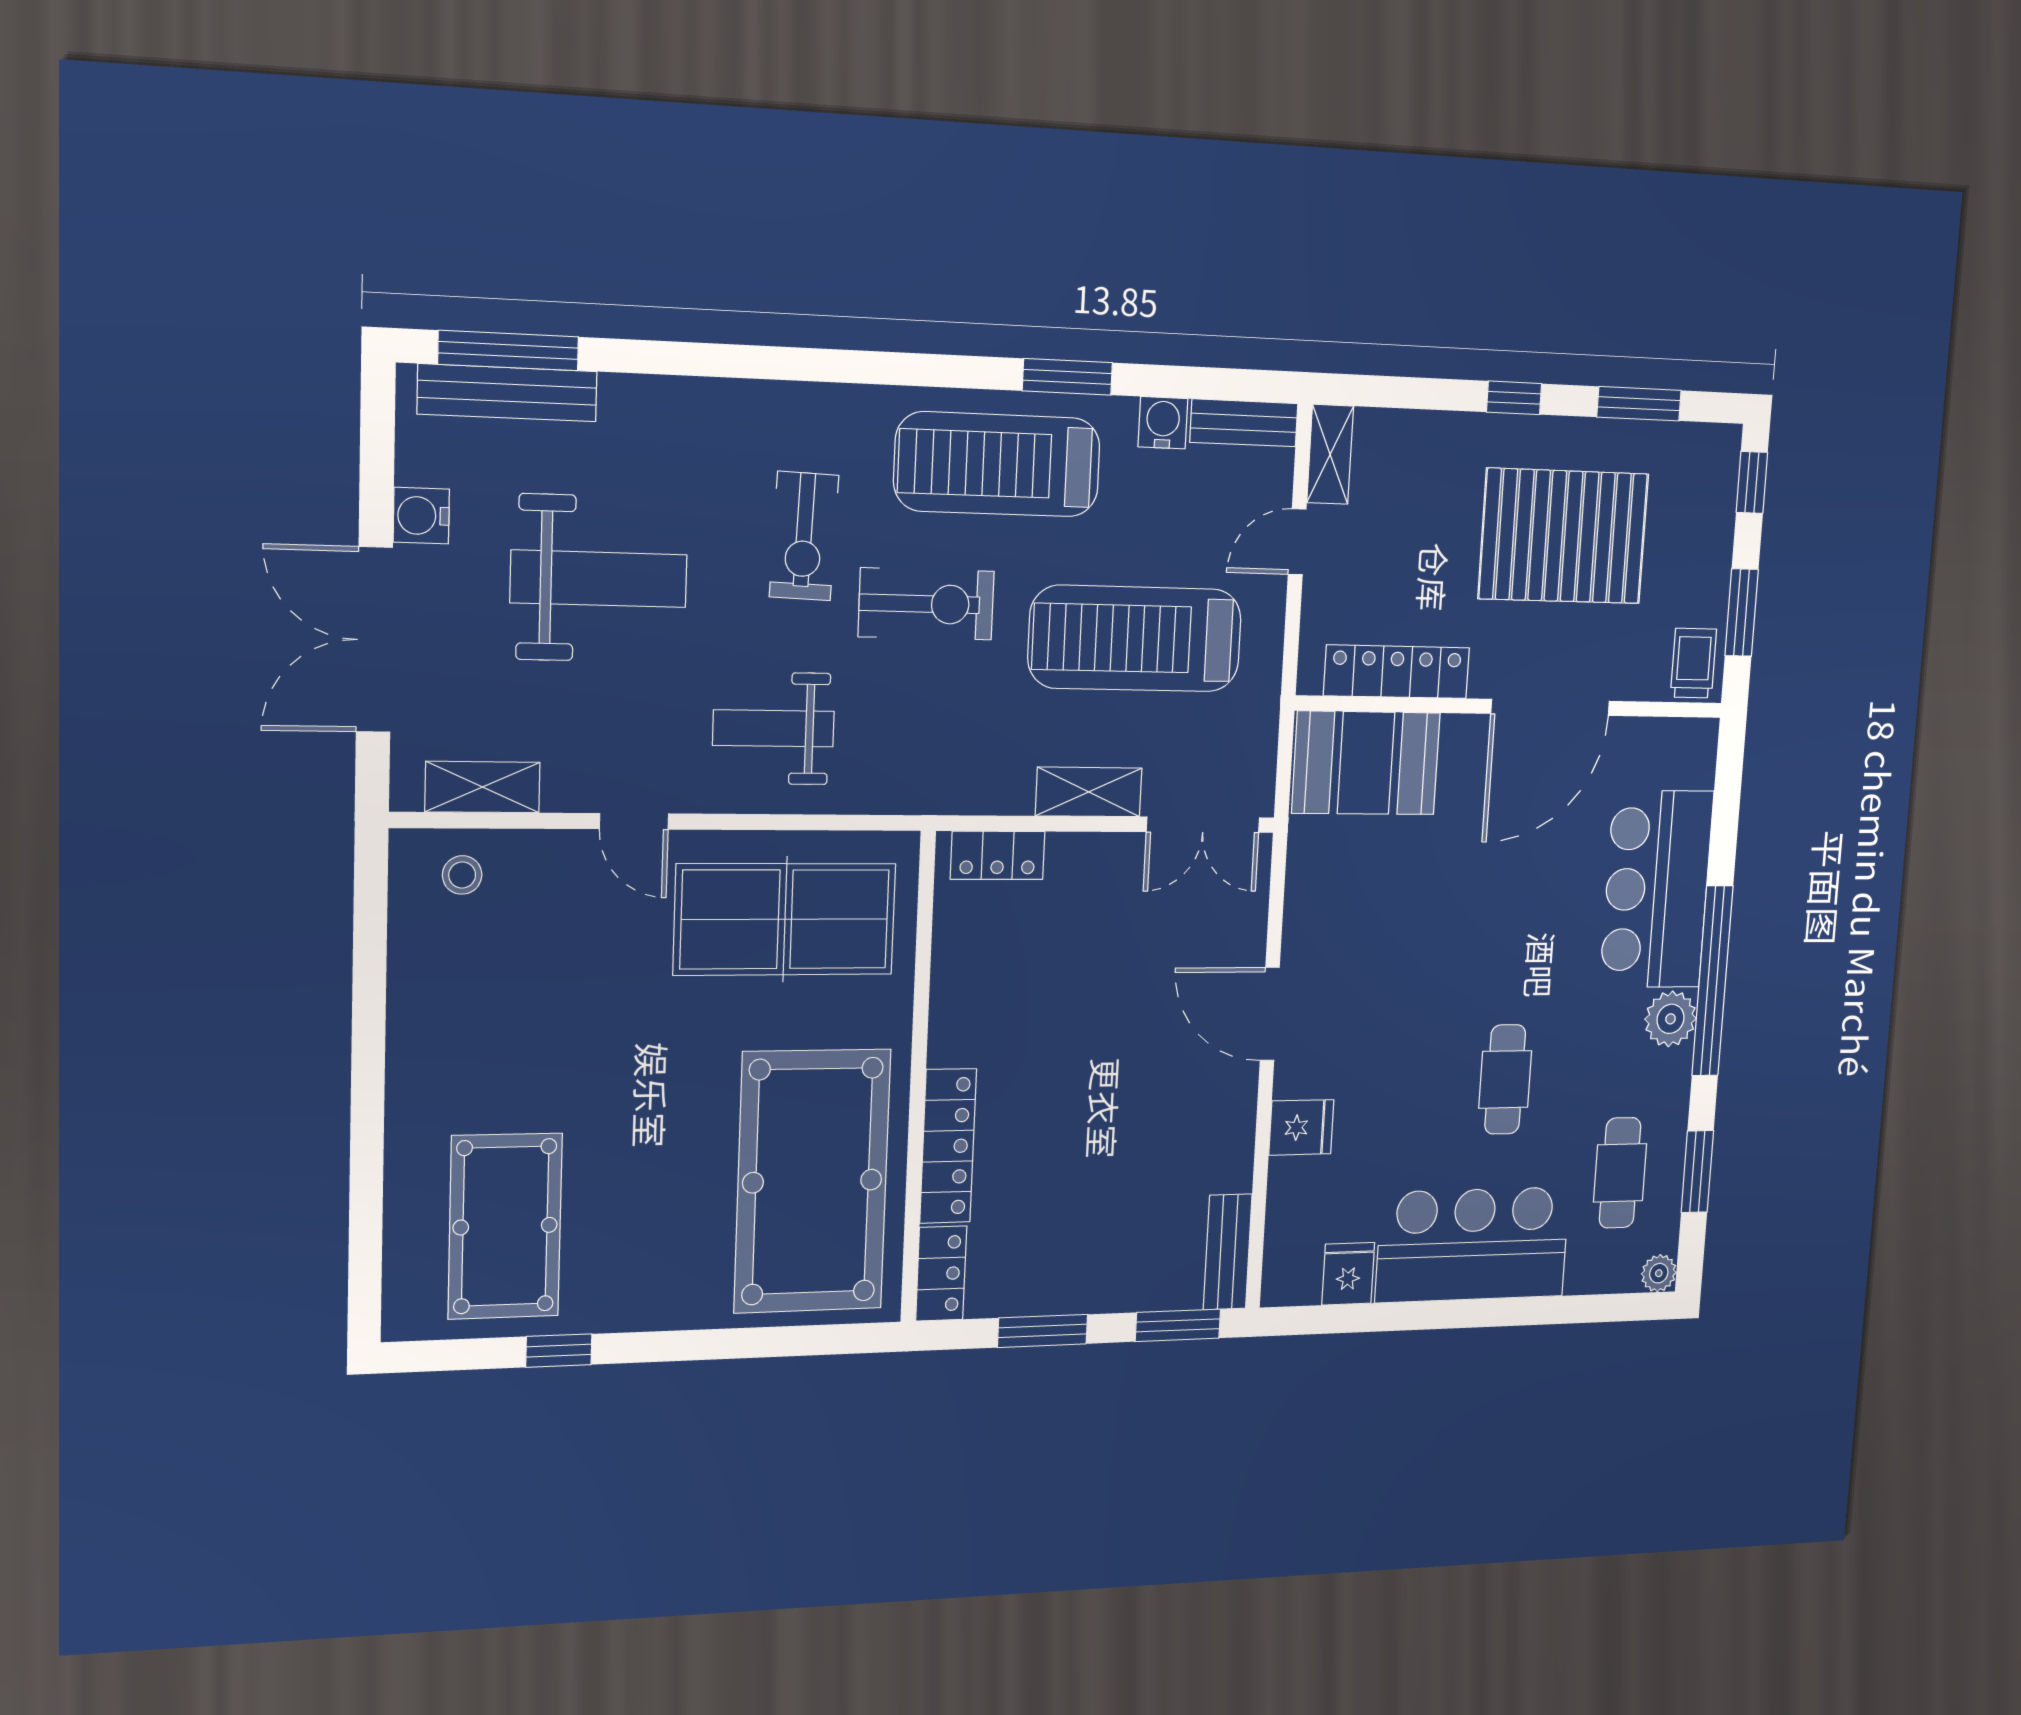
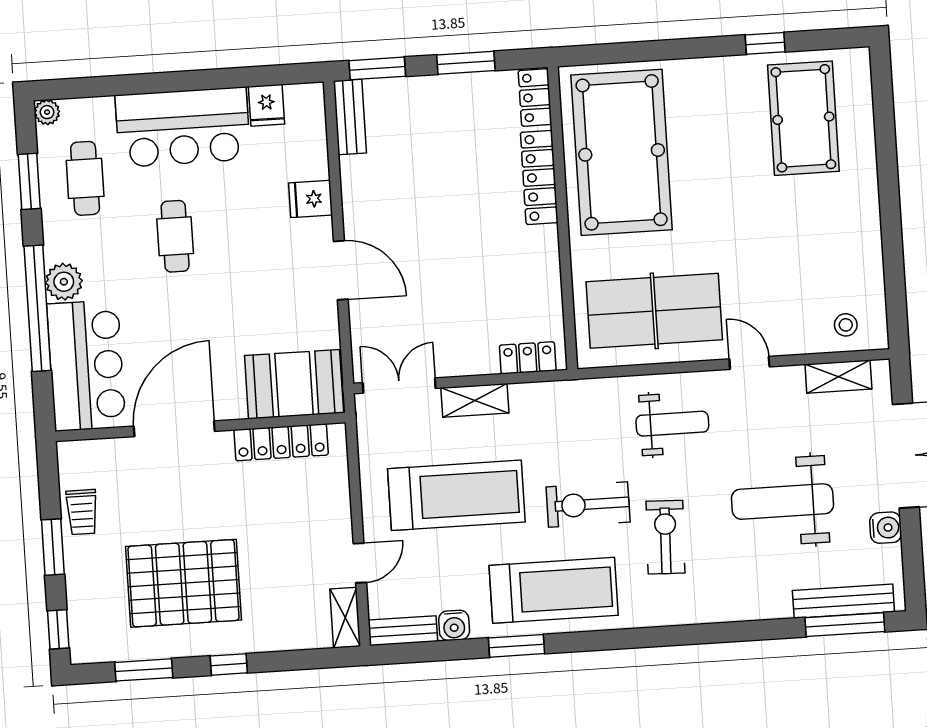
locker: (1397, 672) -> (281, 442), moved
wall: (1512, 707) -> (200, 427), moved
door: (1550, 707) -> (174, 429), moved
booth: (1366, 763) -> (294, 384), moved

